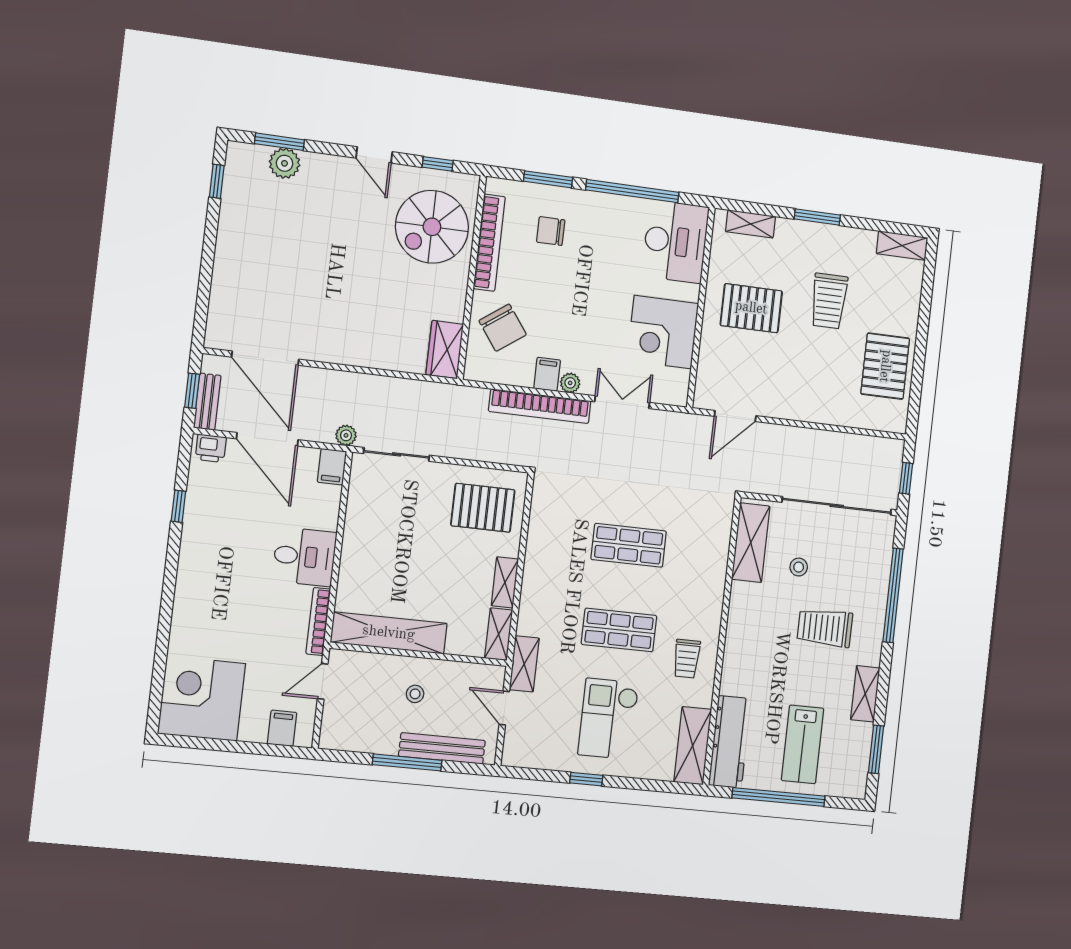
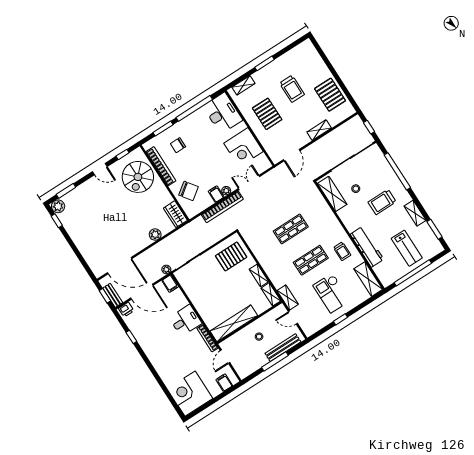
plant: (285, 163) -> (58, 206), moved
shelving: (902, 246) -> (319, 130), moved
pallet: (751, 308) -> (267, 114), turned 90
plant: (378, 356) -> (155, 235), added
workbench: (730, 742) -> (367, 247), moved

